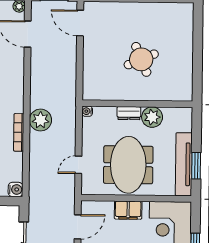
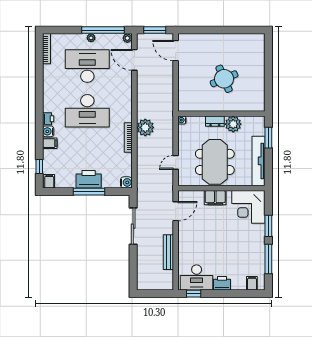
window: (196, 166) -> (268, 138), moved

